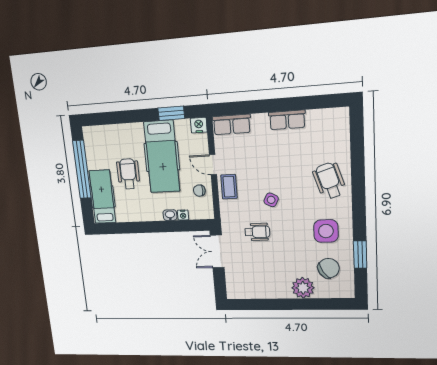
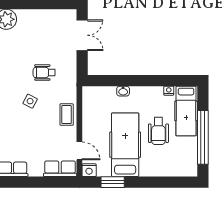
door: (213, 165) -> (79, 151), moved
chair: (199, 191) -> (94, 112), removed
nightstand: (183, 215) -> (169, 91), moved
double door: (217, 251) -> (82, 35), moved

